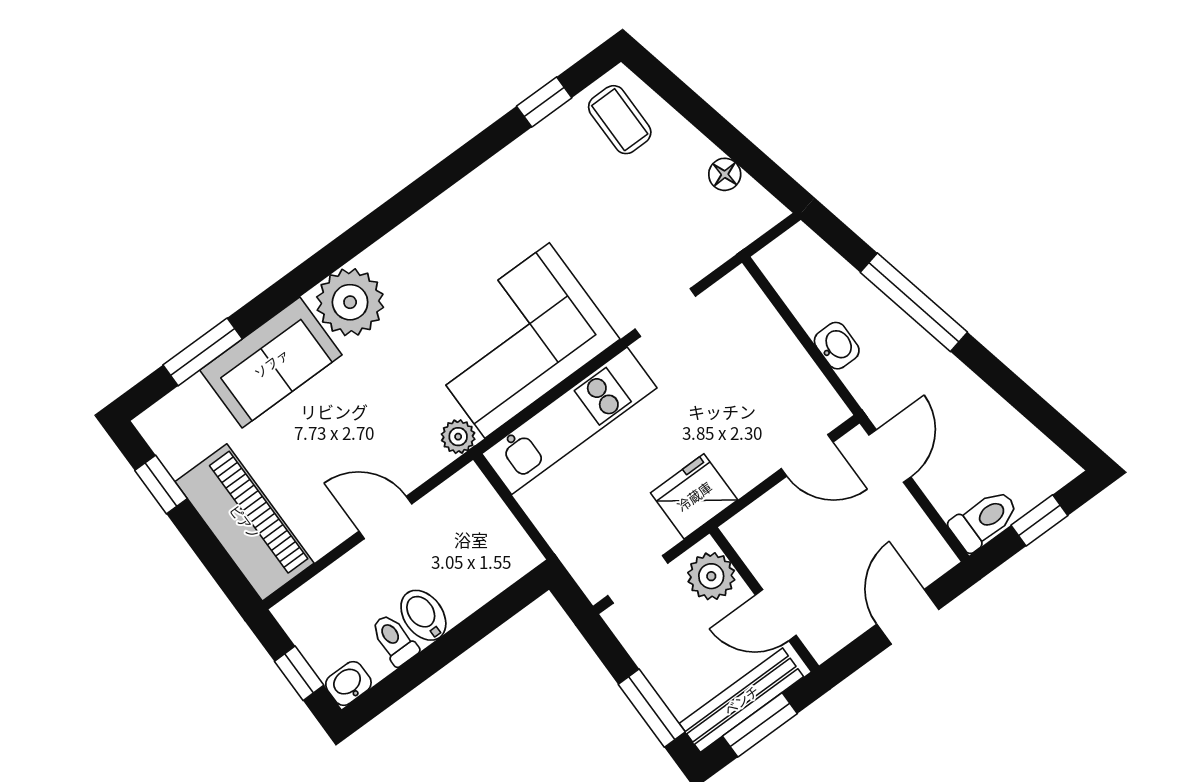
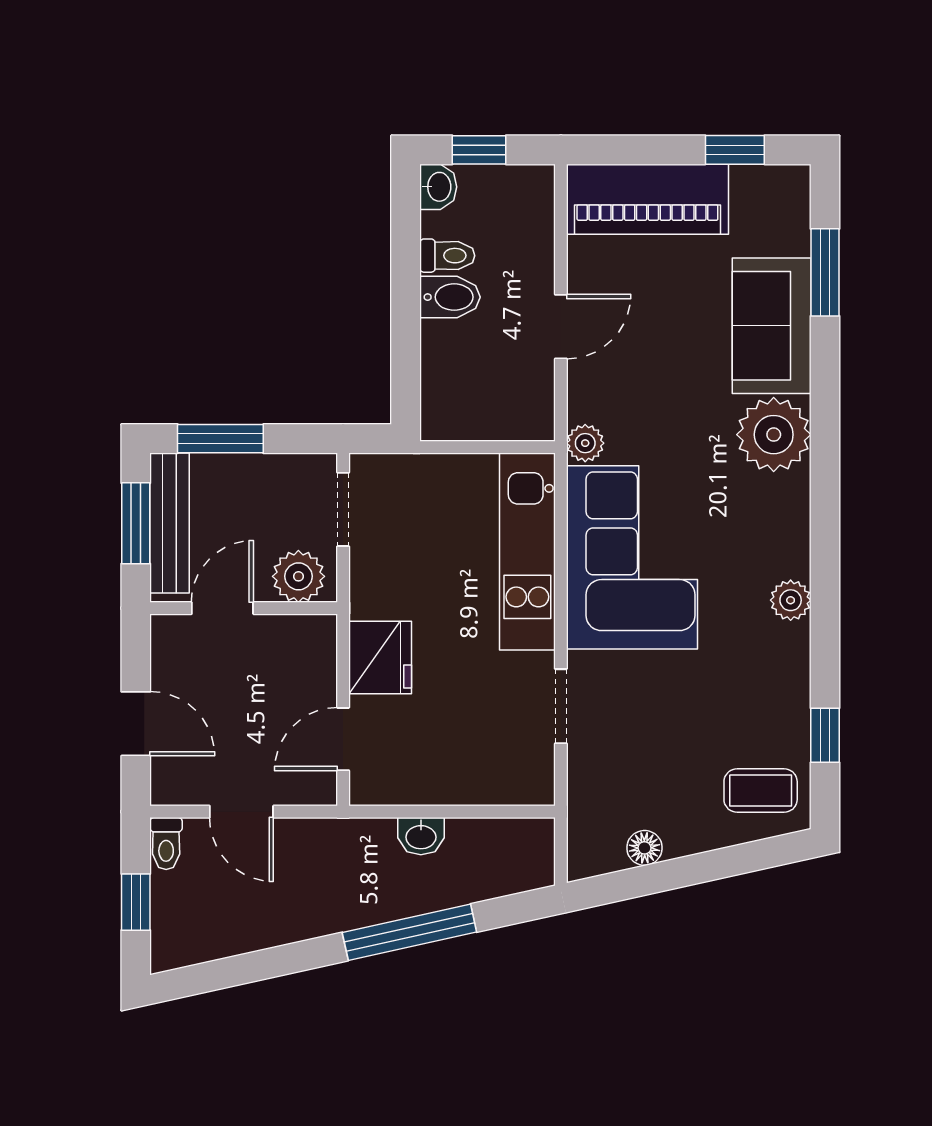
plant: (463, 200) -> (791, 600), added
door: (890, 456) -> (241, 812), moved
fridge: (694, 496) -> (380, 658), moved
toilet: (984, 520) -> (166, 843), width x0.73, depth x0.72

